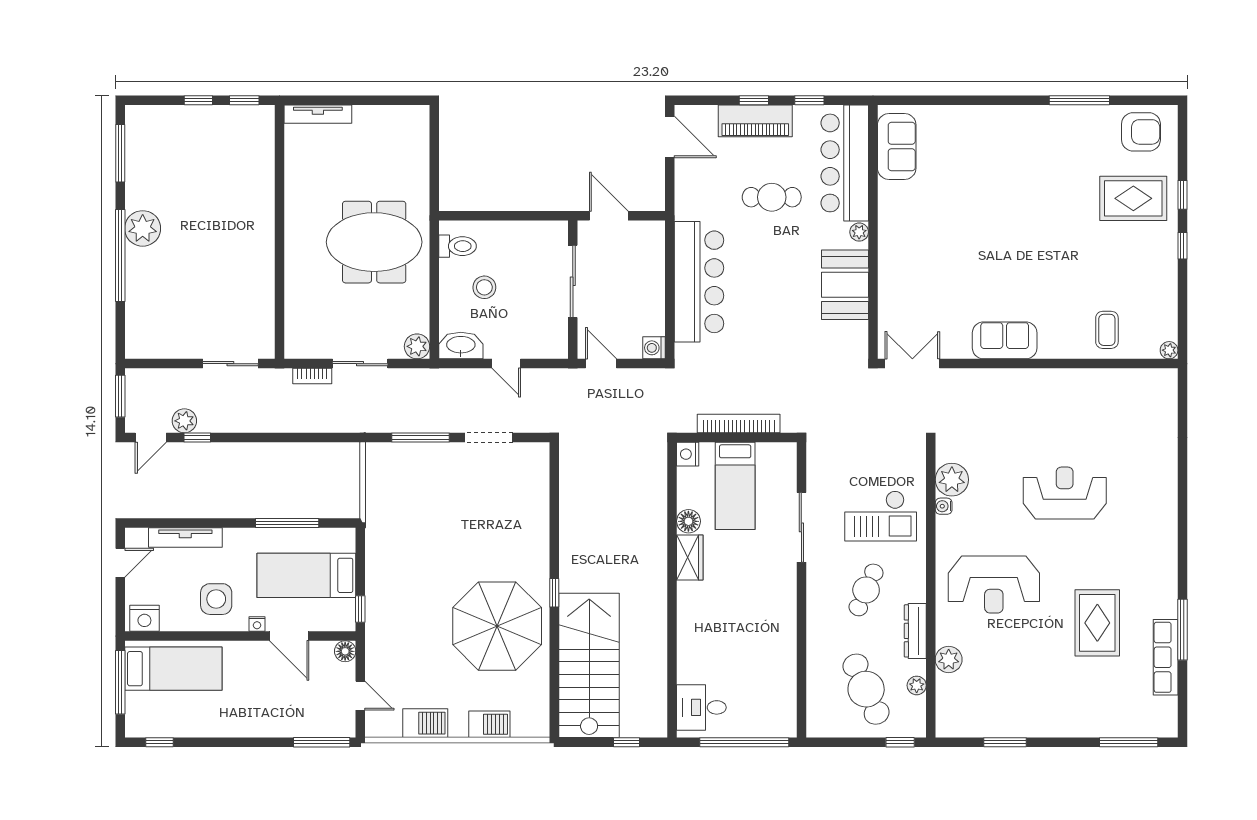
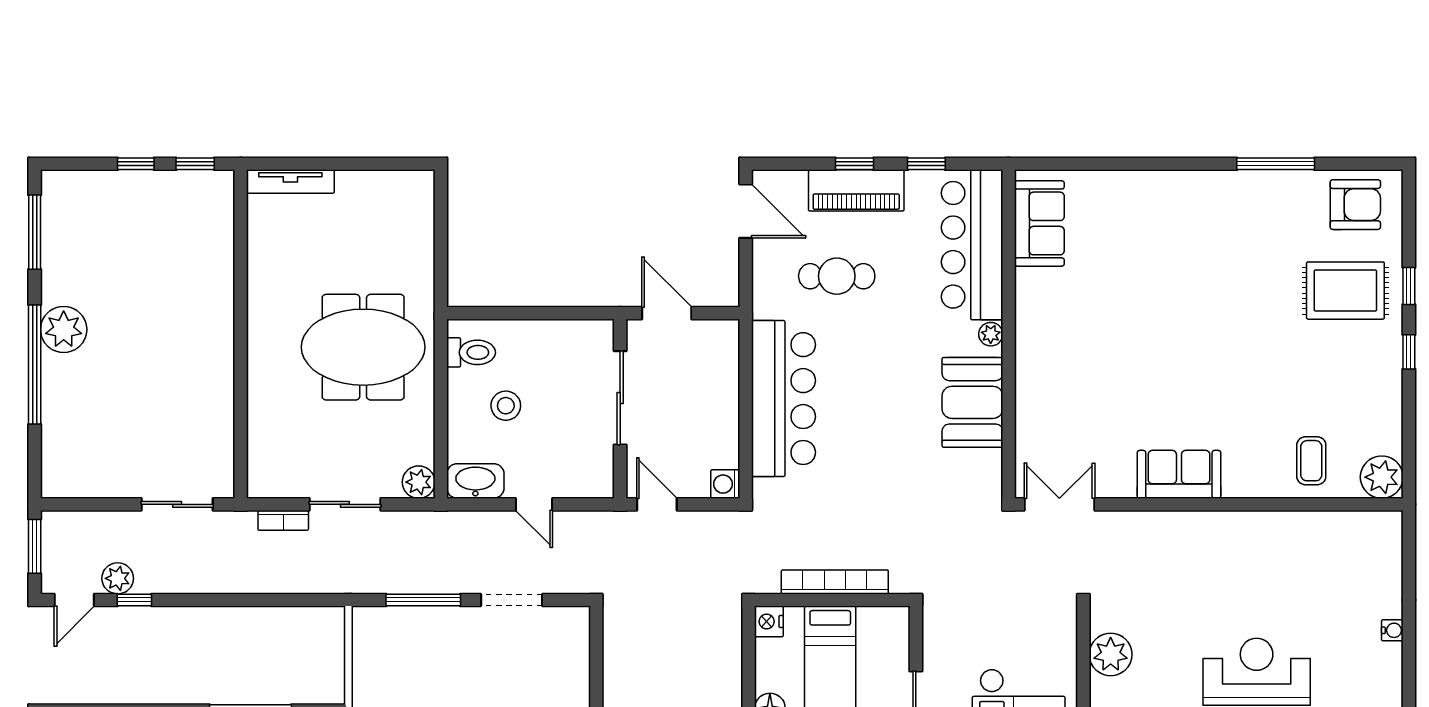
cafe table: (772, 197) -> (837, 276), moved
plant: (1169, 350) -> (1382, 477), width x1.87, depth x1.87
water cooler: (944, 506) -> (1392, 630), moved, turned 180

